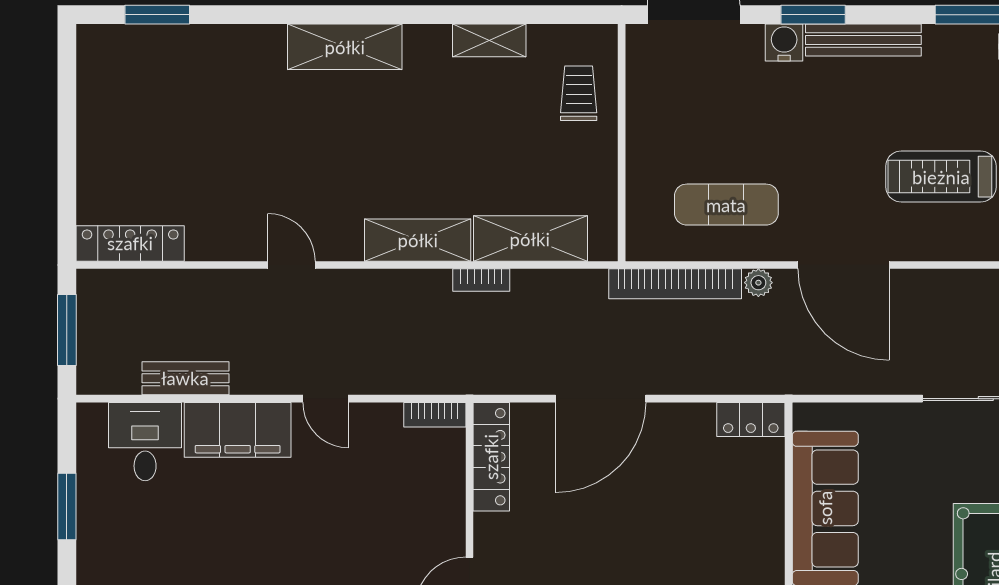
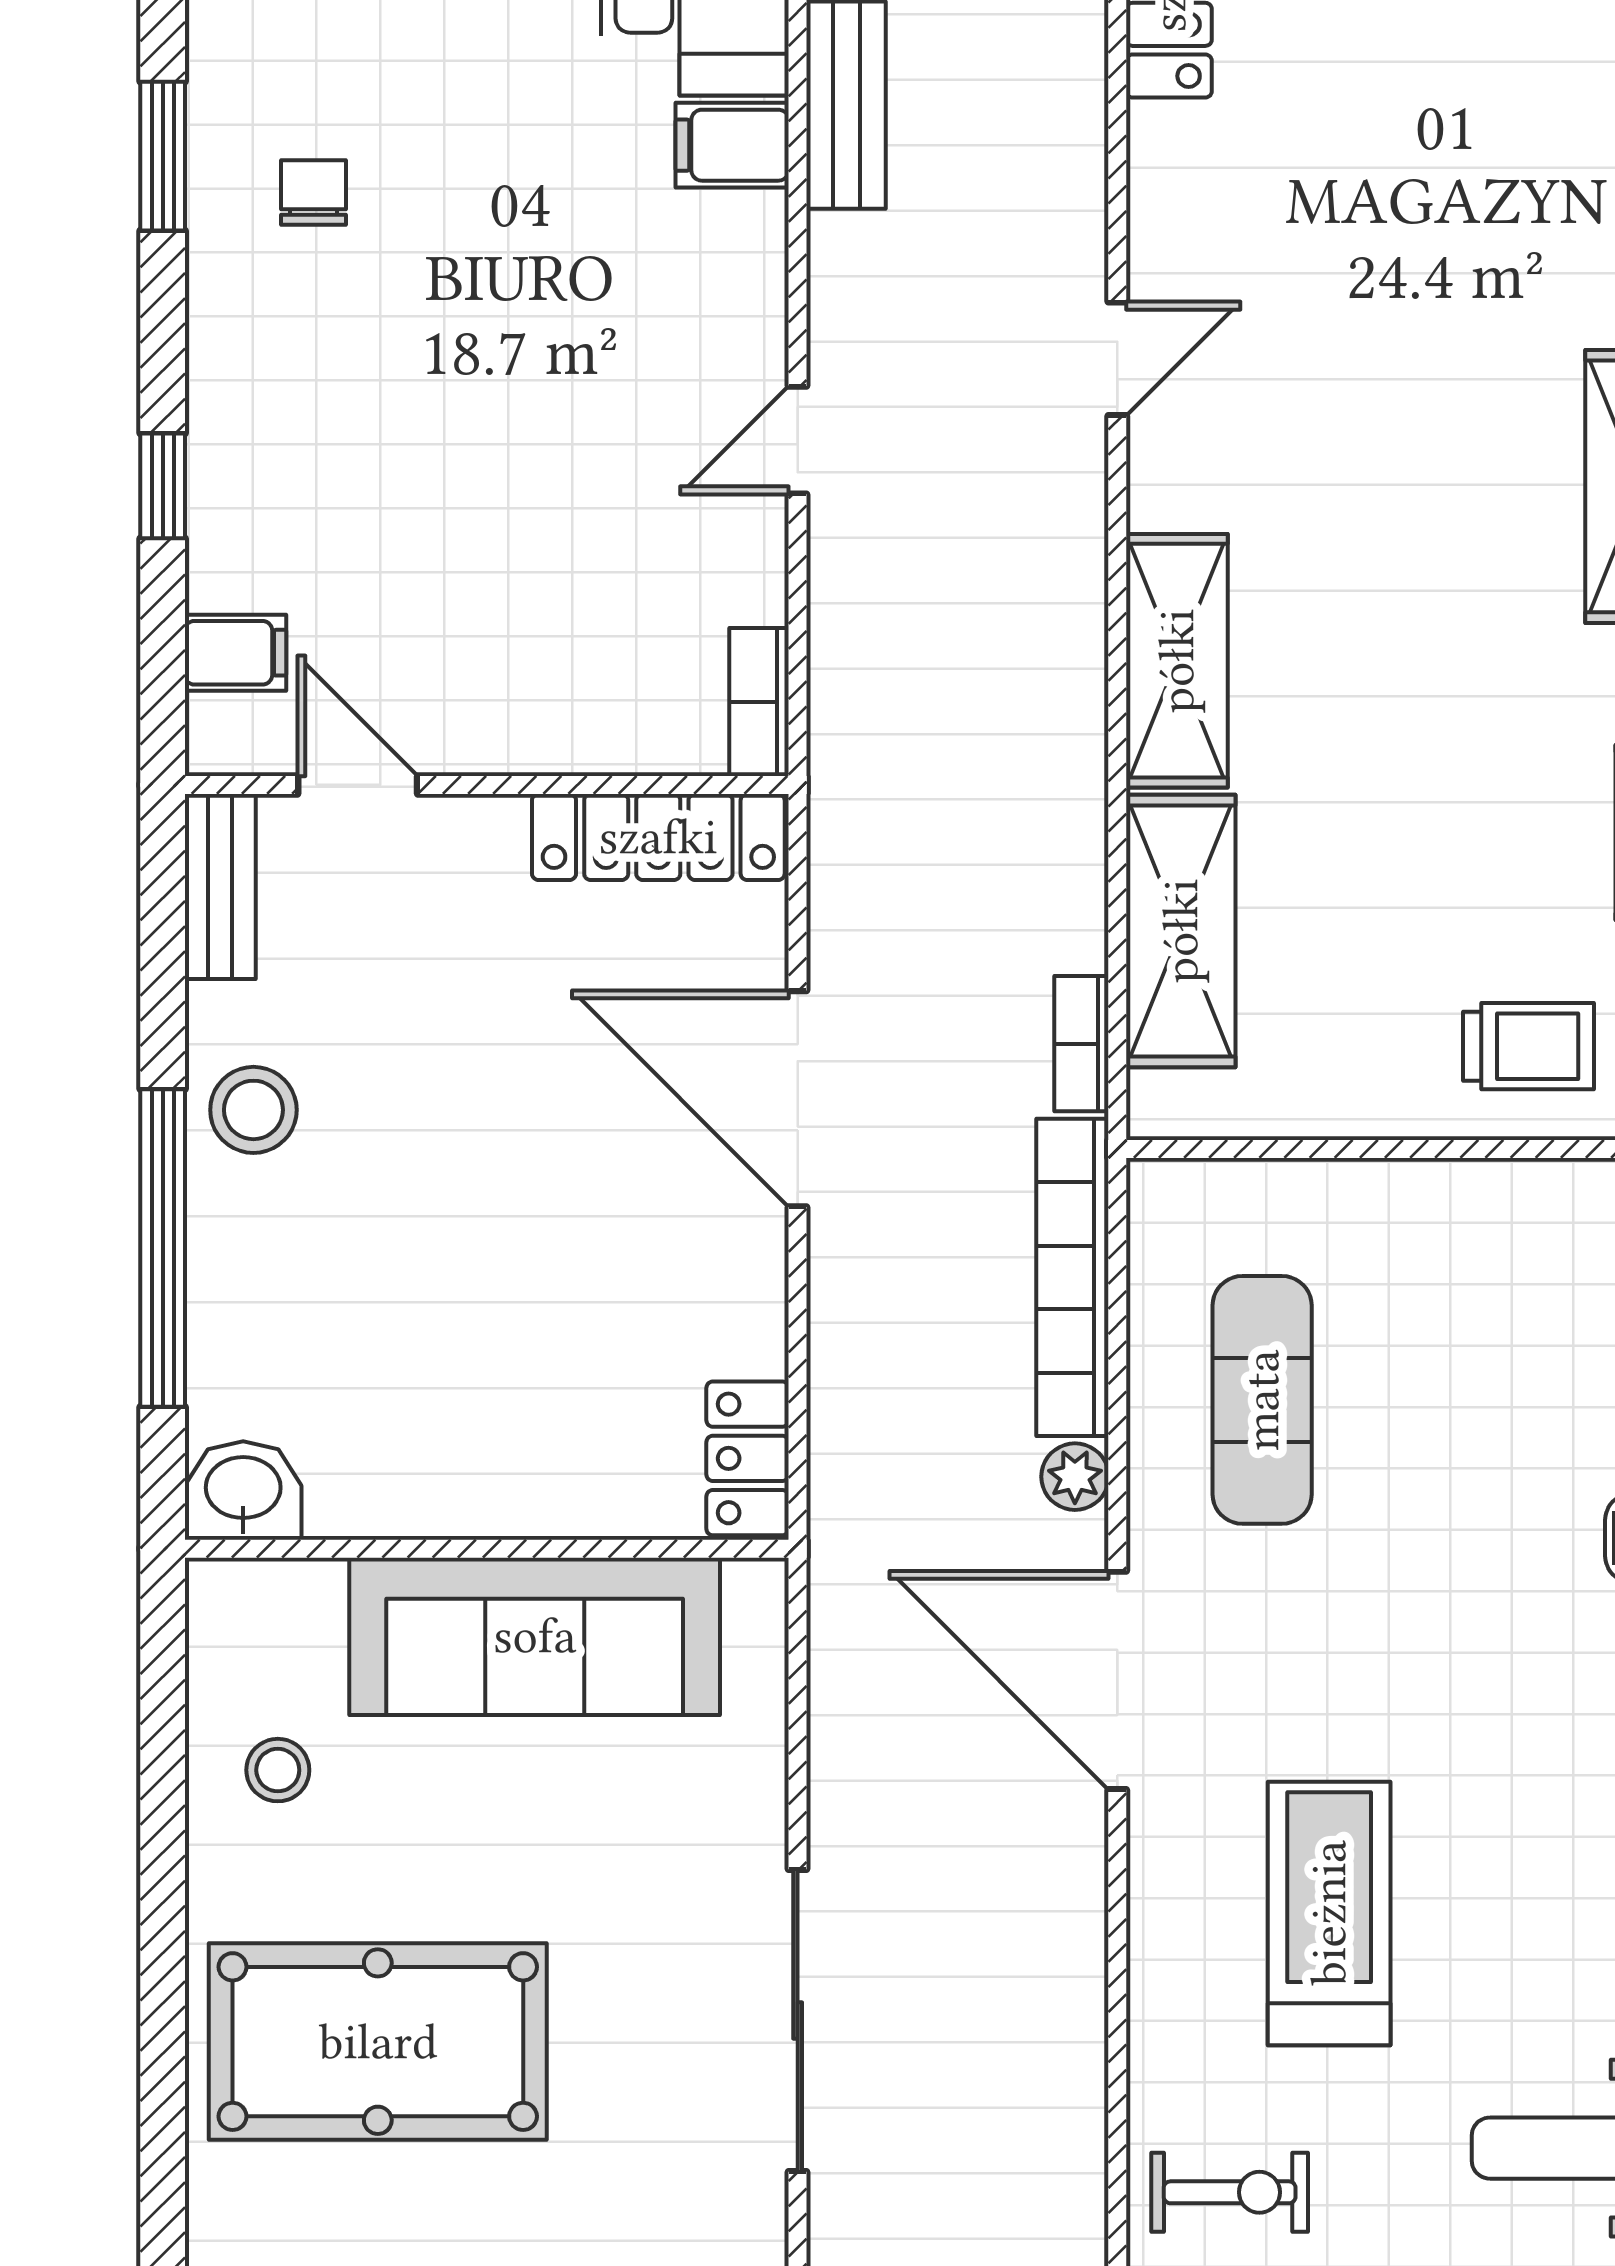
door: (844, 265) -> (1117, 1680), hinge flipped
bookcase: (481, 280) -> (1081, 1044), moved
filing cabinet: (238, 430) -> (732, 145), width x0.33, depth x0.86

